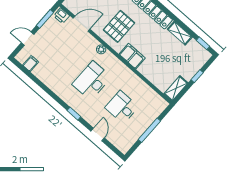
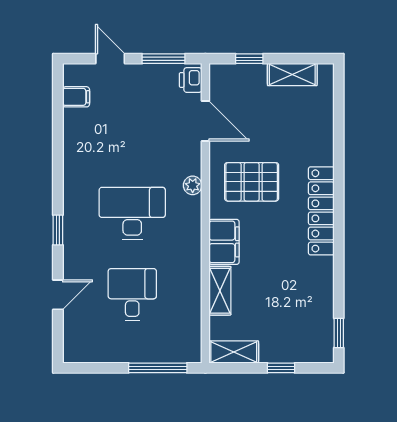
shelving: (180, 33) -> (220, 291), moved
window: (149, 130) -> (158, 368), moved

